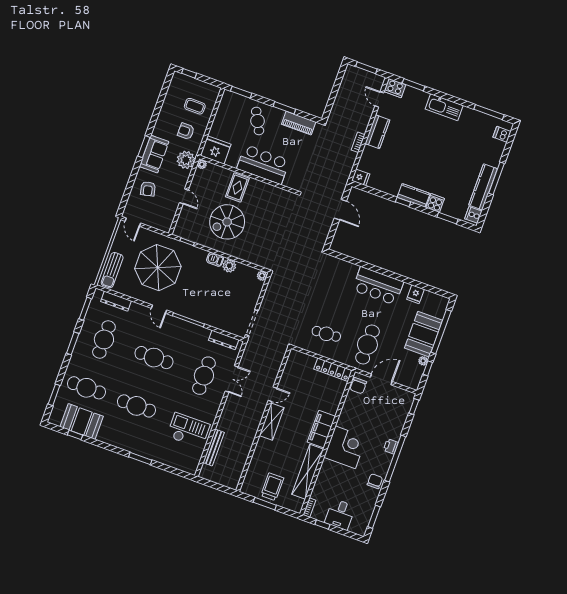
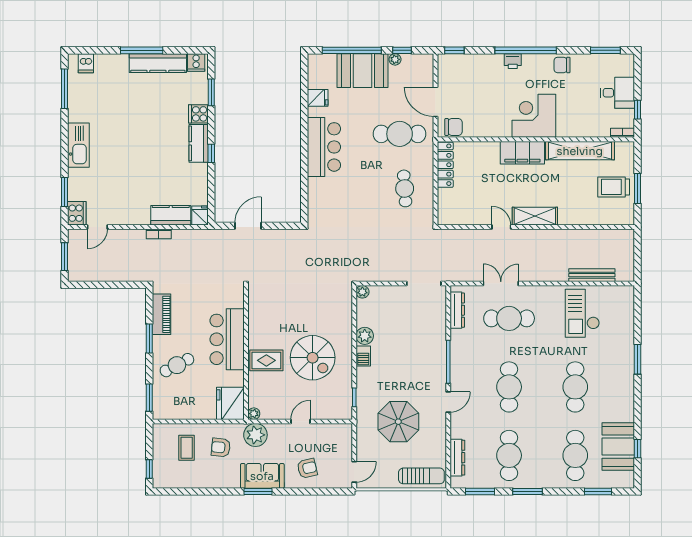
armchair: (186, 131) -> (221, 447), turned 96
kitchen counter: (377, 132) -> (171, 215), moved
parasol: (158, 268) -> (398, 422), width x0.73, depth x0.73
cafe table: (104, 339) -> (509, 455), turned 90

